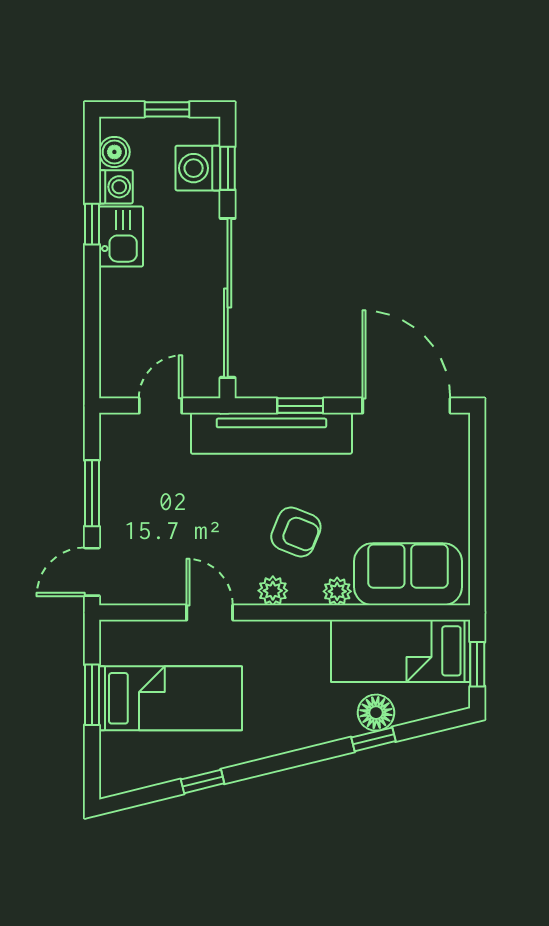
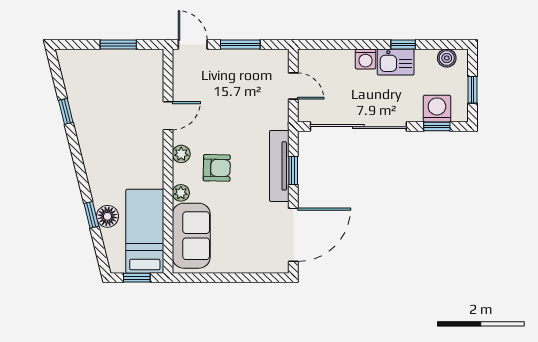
washing machine: (116, 187) -> (366, 59), moved
tv unit: (271, 433) -> (279, 166), width x0.73, depth x0.78
armchair: (296, 532) -> (217, 168), turned -111
bed: (171, 698) -> (116, 92), removed

